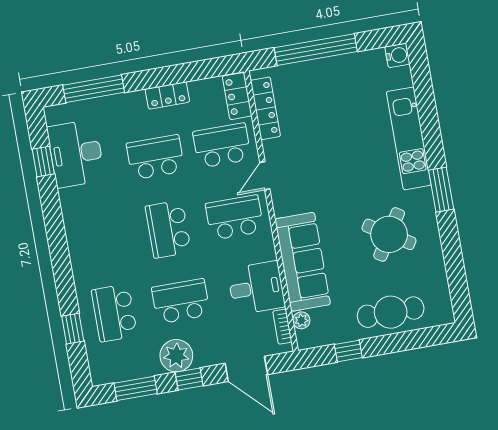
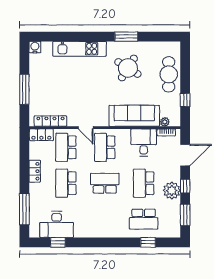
window: (316, 50) -> (24, 89), width x0.68
window: (441, 190) -> (126, 37), moved
school desk: (168, 229) -> (105, 183), turned 180

